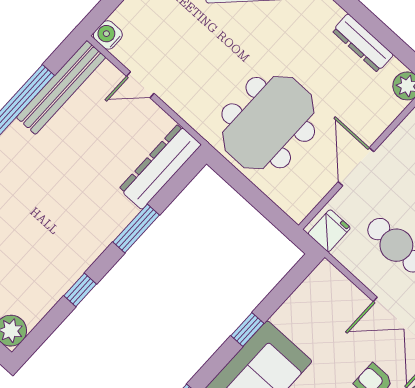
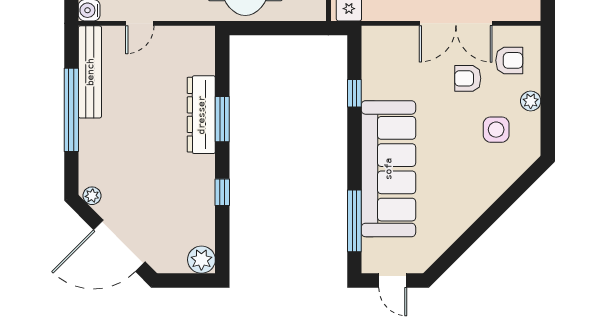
dresser: (160, 167) -> (201, 115), moved
window: (247, 329) -> (354, 93), moved

